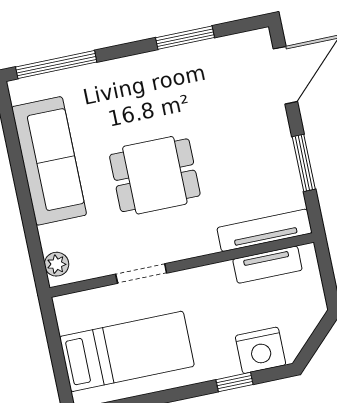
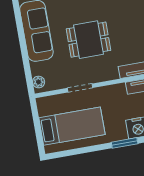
window: (234, 382) -> (125, 143), width x1.50

